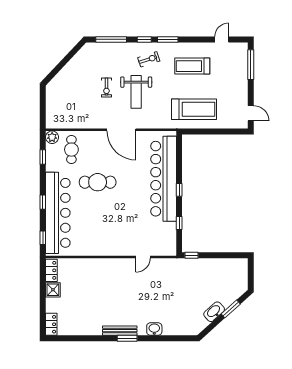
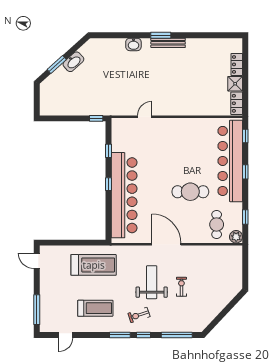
treadmill: (194, 109) -> (94, 265), turned 180
locker: (51, 324) -> (237, 64), moved

